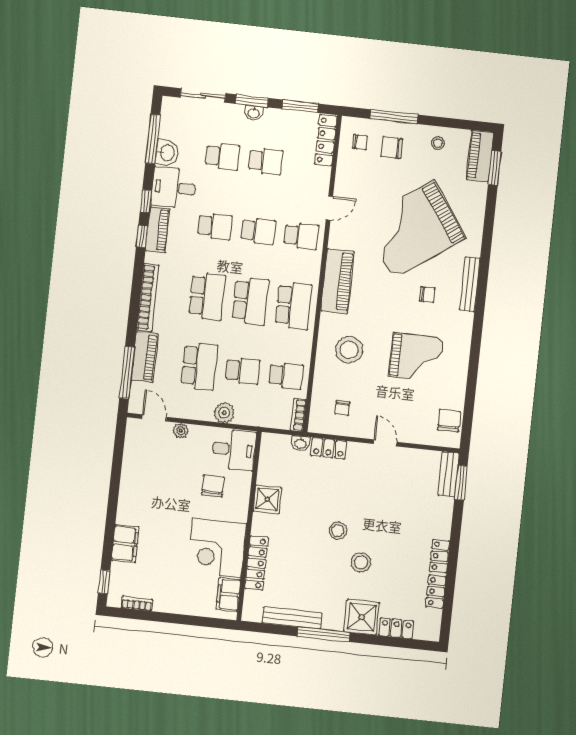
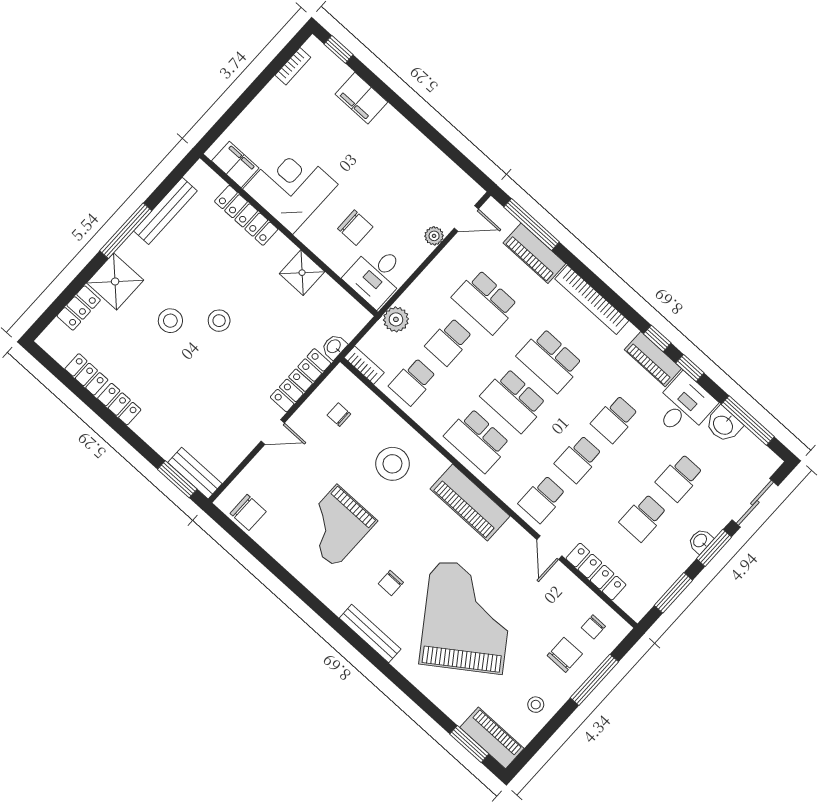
locker: (326, 140) -> (596, 572), moved
plant: (224, 413) -> (396, 319), moved
locker: (329, 448) -> (300, 380), width x1.53

